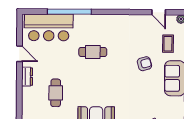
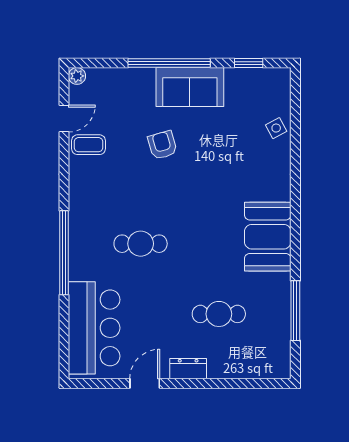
window: (69, 12) -> (64, 253), moved
coffee table: (168, 44) -> (88, 145), moved
cafe table: (93, 52) -> (141, 244), turned 90

